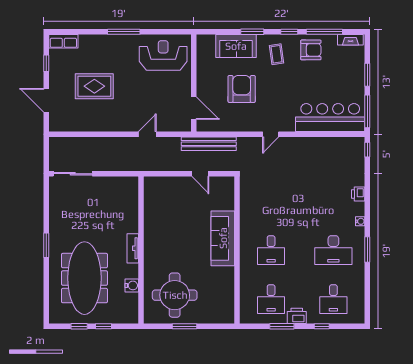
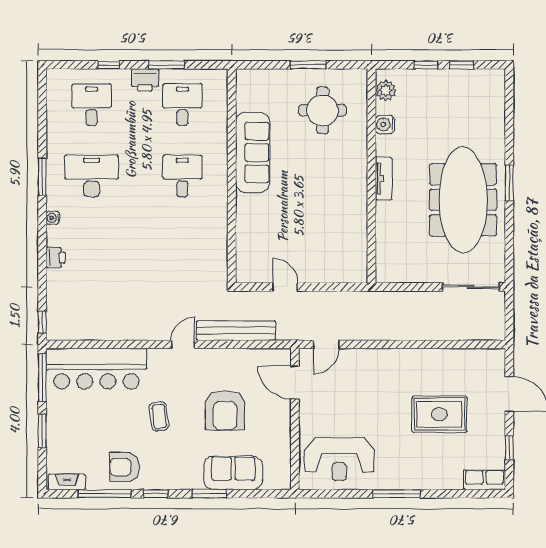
coffee table: (277, 54) -> (159, 416), moved
door: (147, 134) -> (326, 344), moved
bench: (209, 144) -> (236, 331), moved
sofa: (223, 238) -> (253, 152), moved
meeting table: (84, 278) -> (463, 200), moved
round table: (175, 295) -> (323, 110), width x0.73, depth x0.73
plant: (131, 309) -> (386, 90), added

